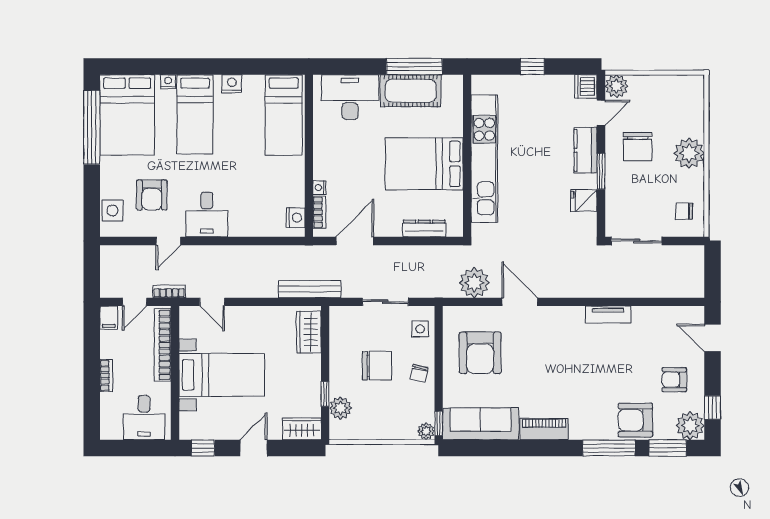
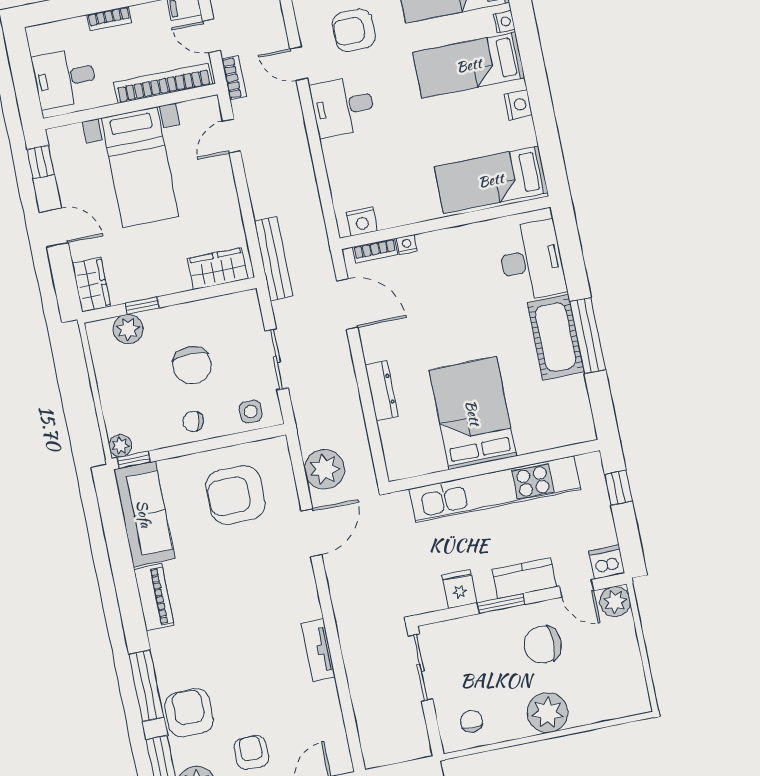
wall: (467, 156) -> (494, 466), moved
kitchen unit: (484, 159) -> (495, 489), moved
bed: (424, 164) -> (473, 413), moved

